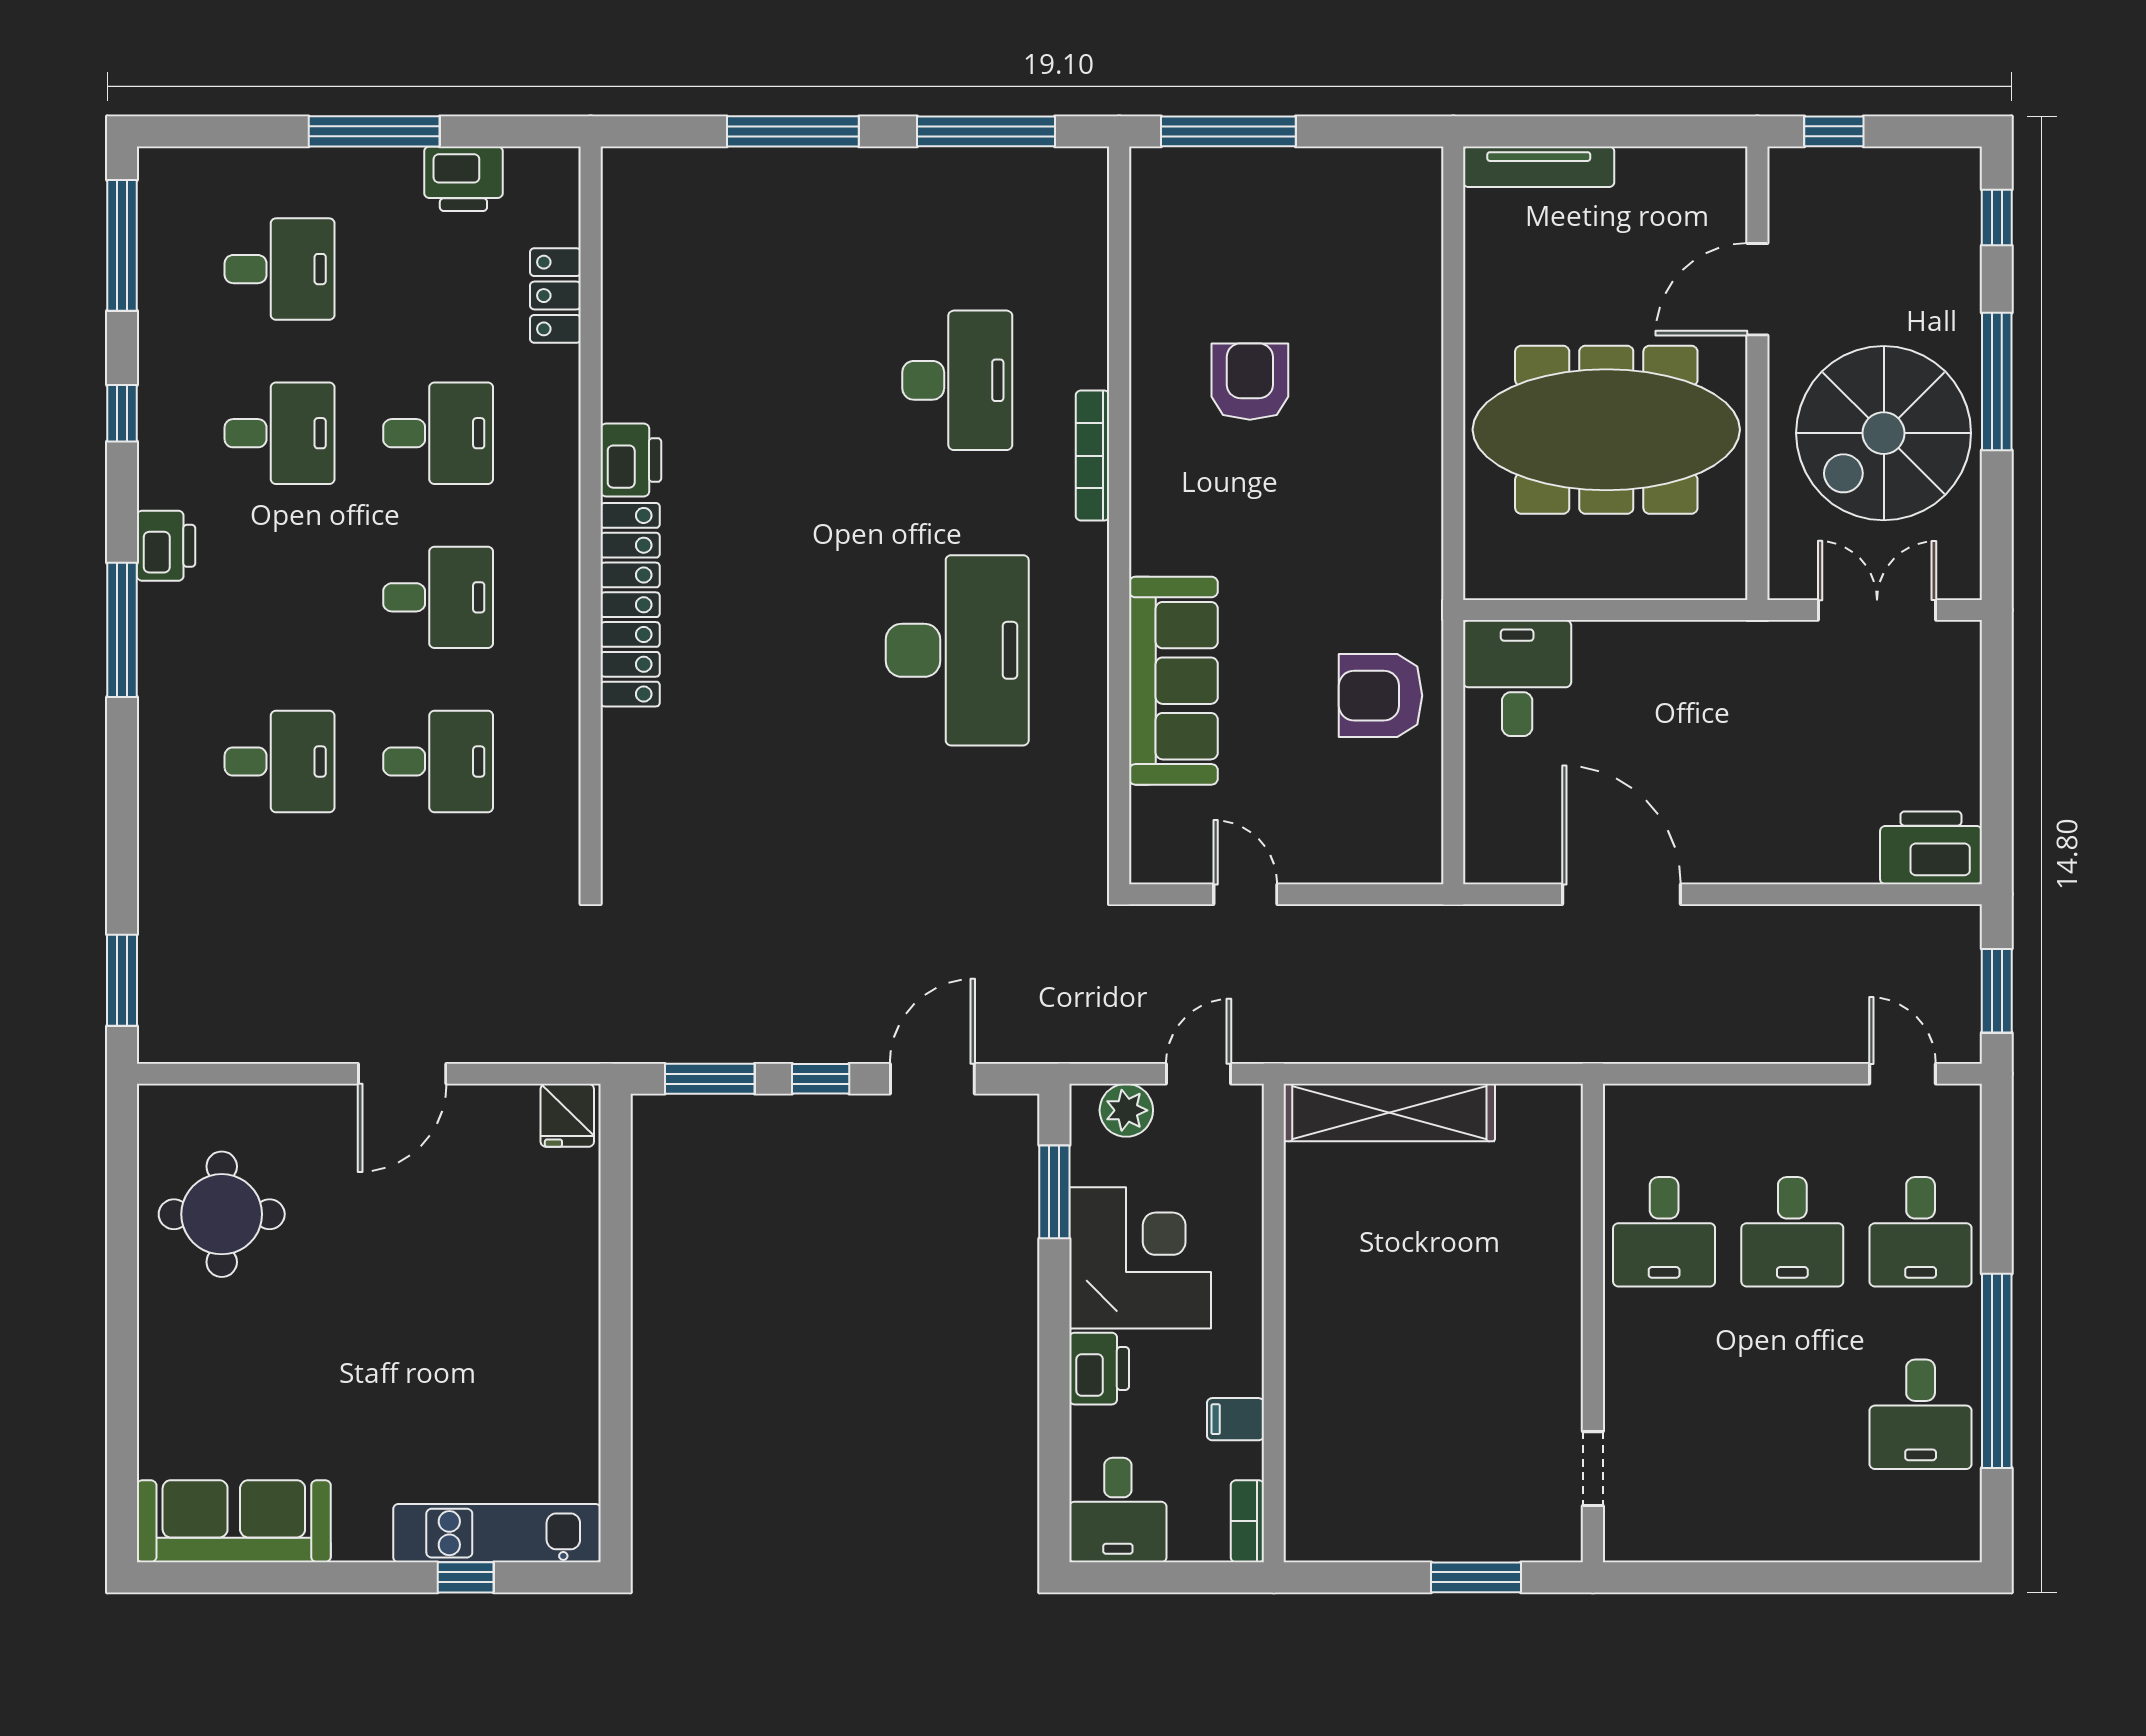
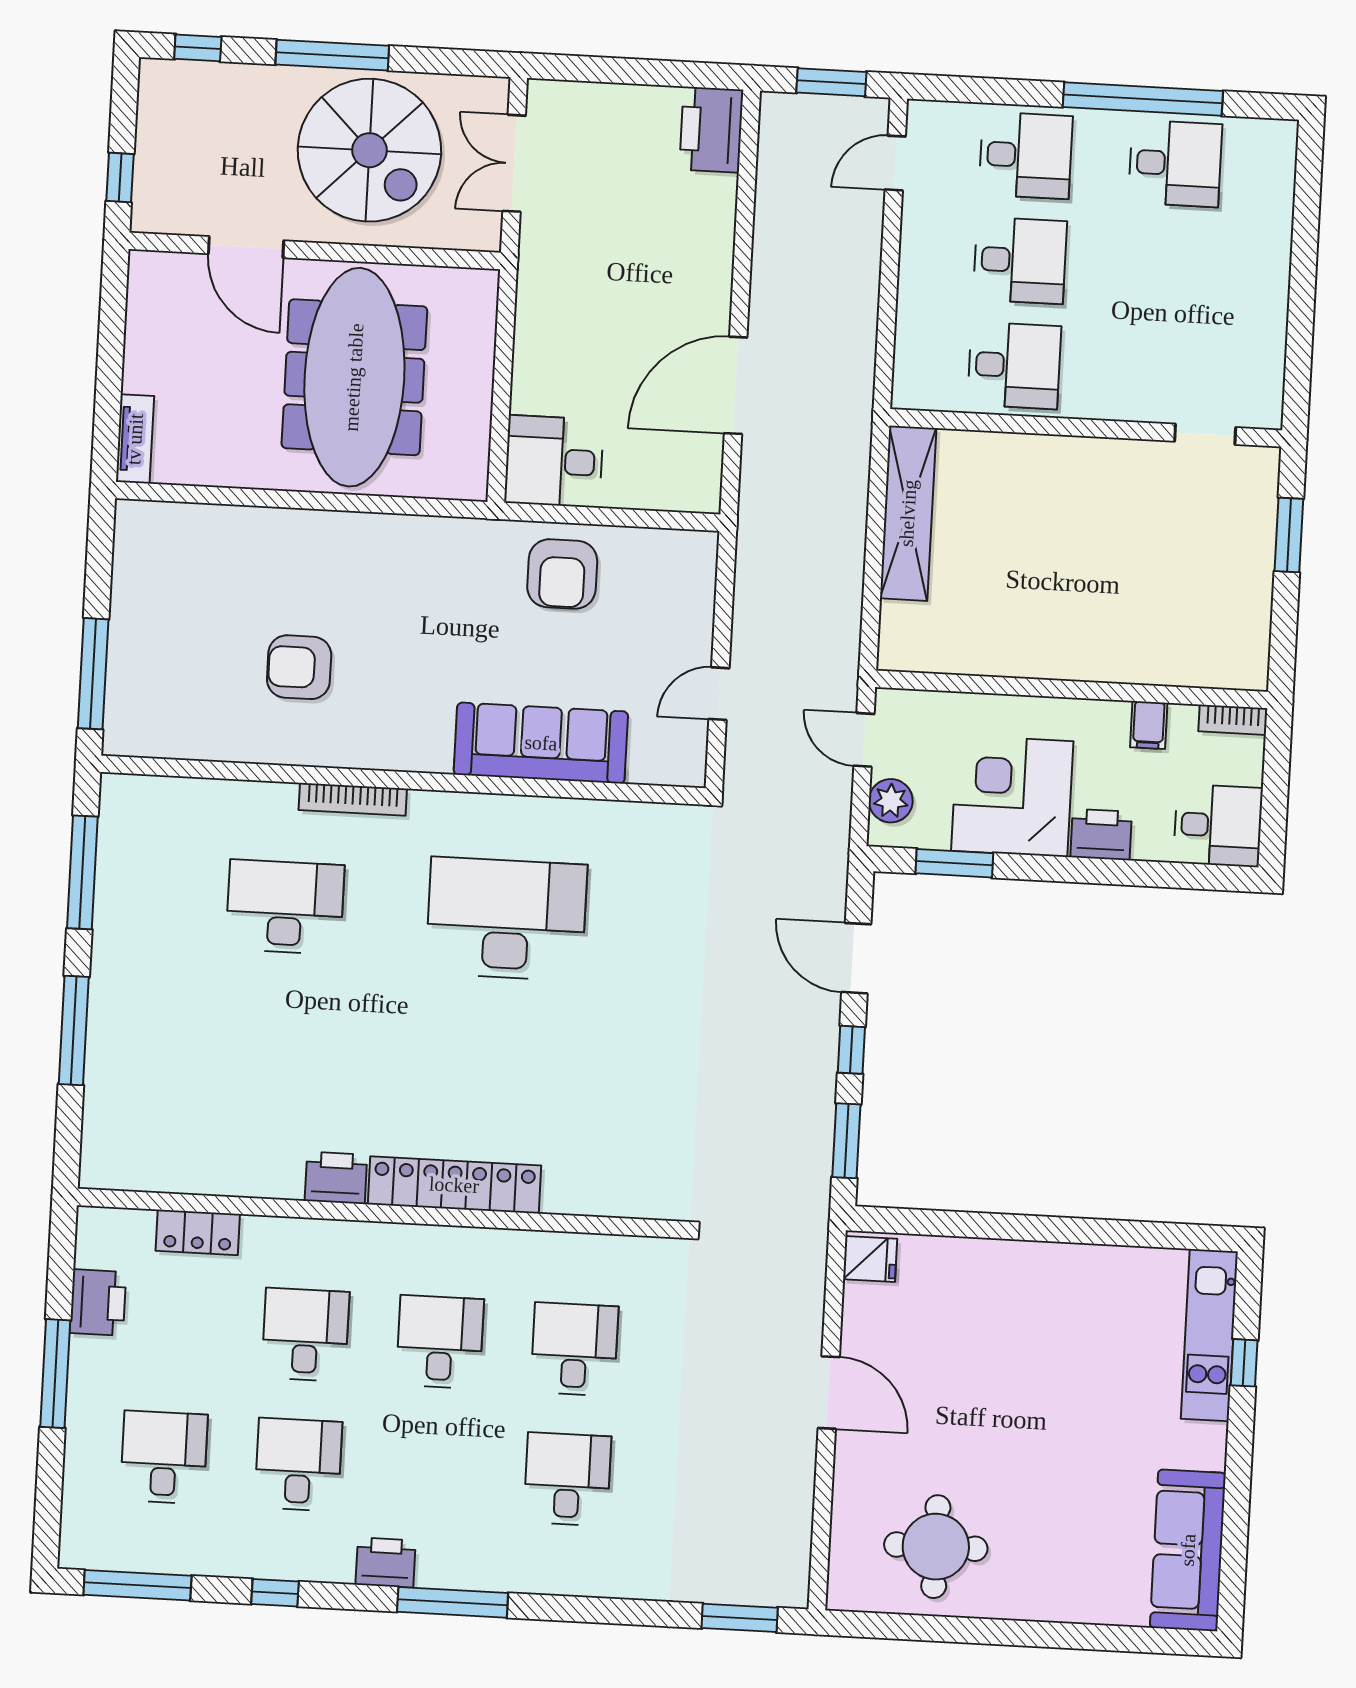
tv unit: (1539, 167) -> (135, 439), width x0.71
shelving: (1389, 1112) -> (908, 513), moved

